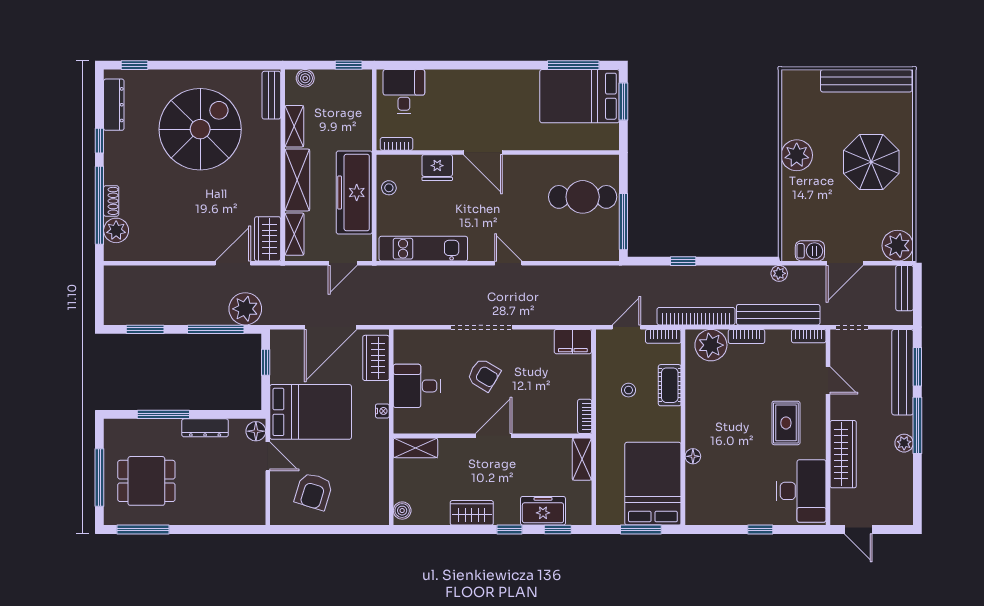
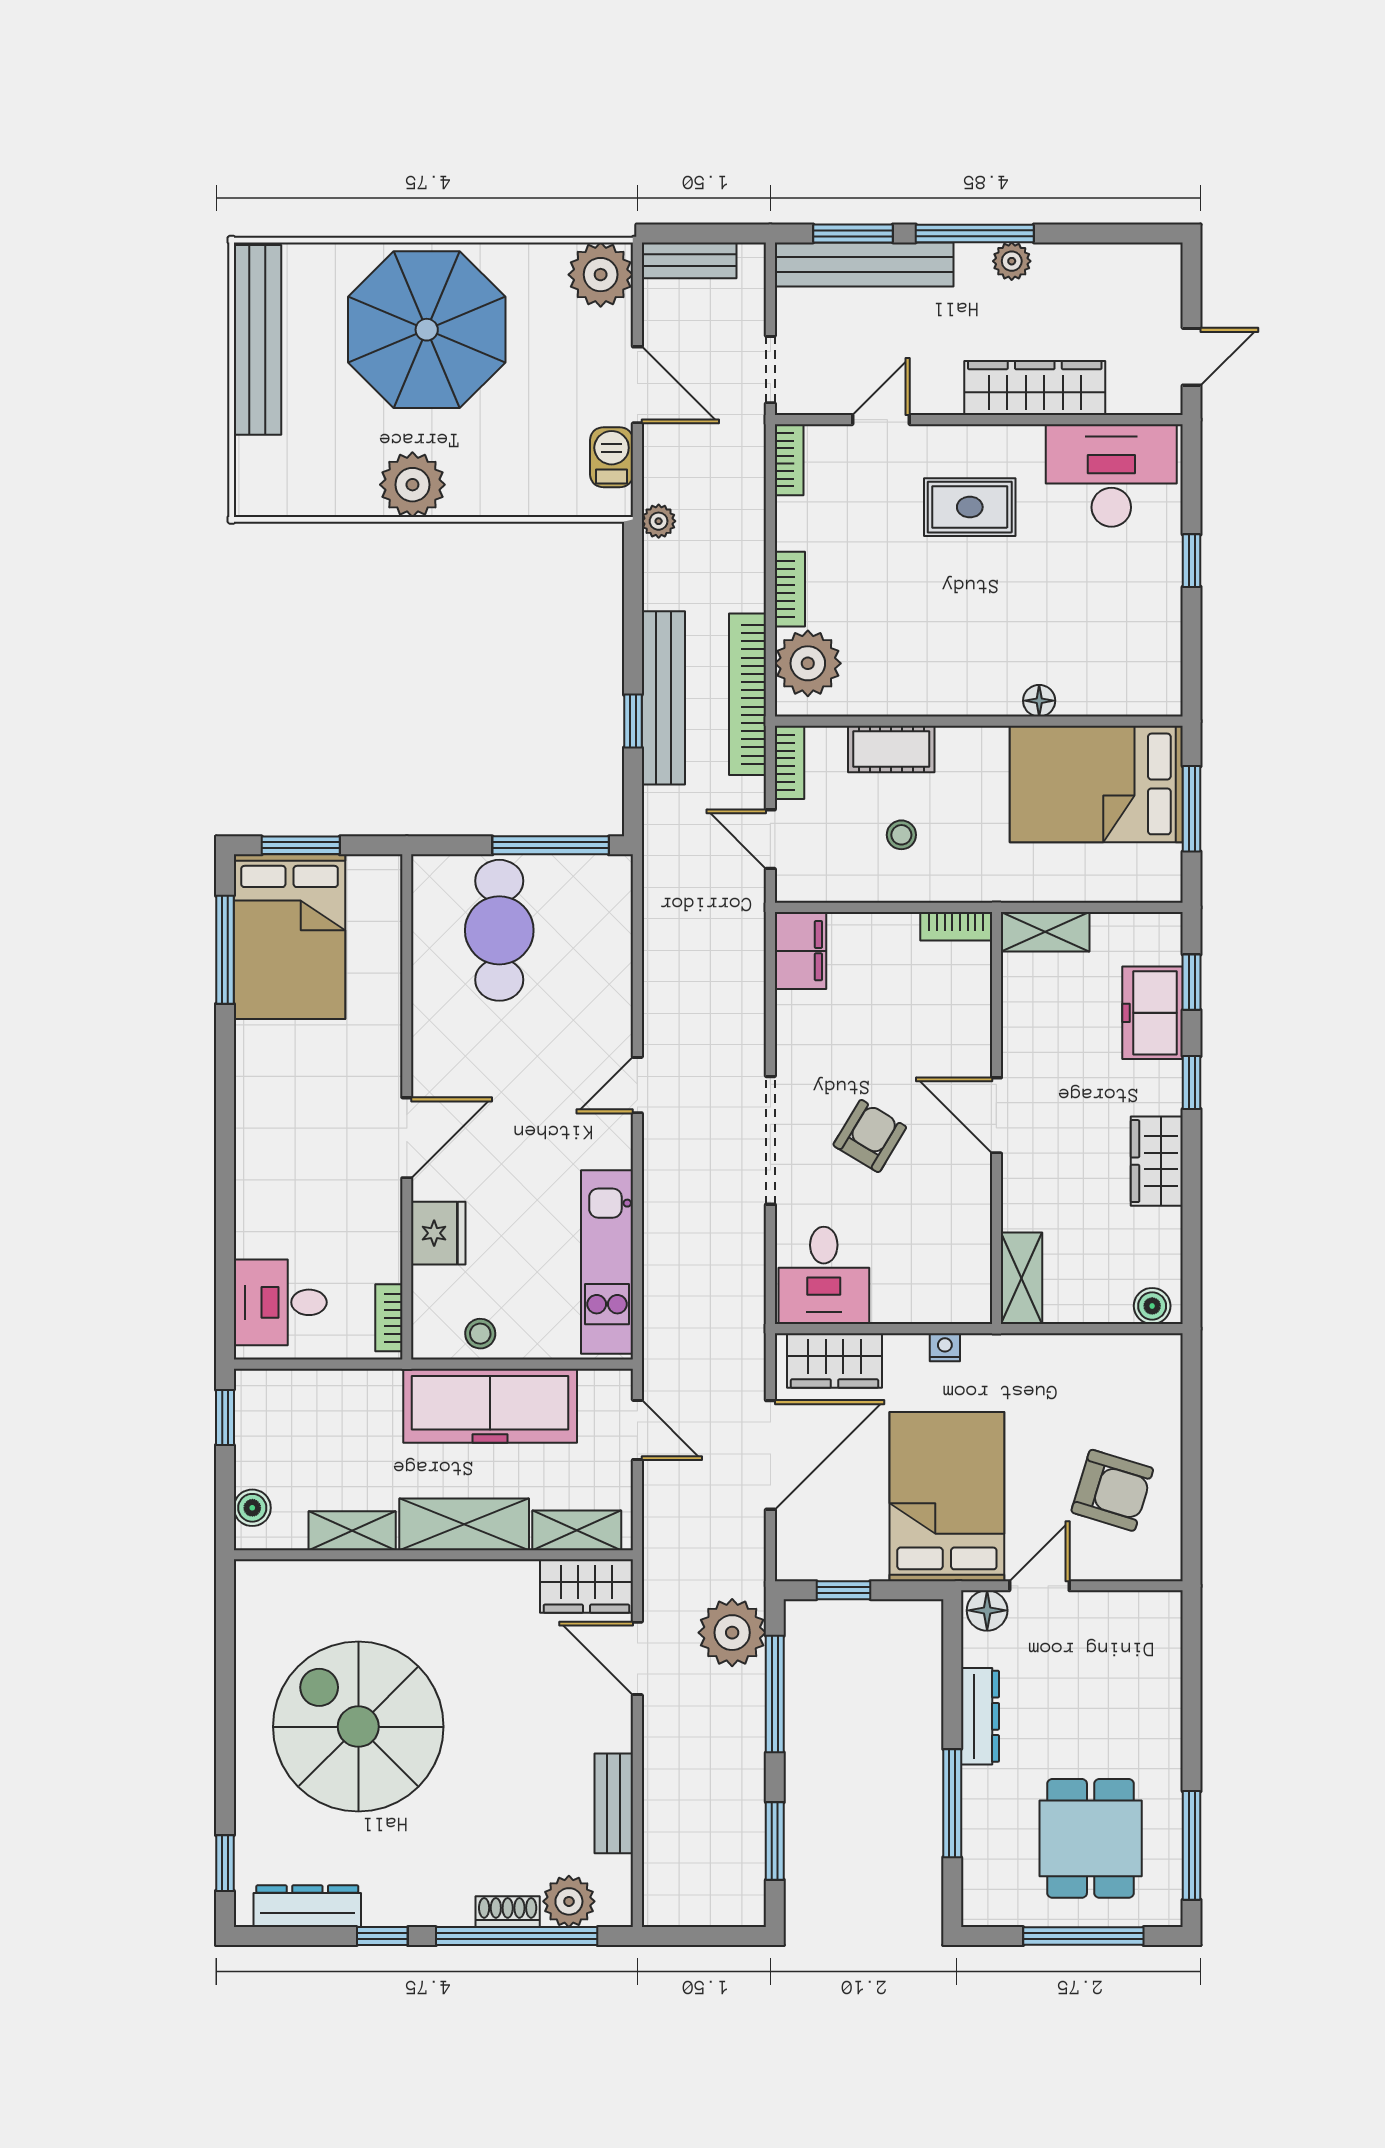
bench: (271, 95) -> (614, 1803), moved, turned 90
parasol: (871, 162) -> (427, 330), width x1.36, depth x1.36
bench: (778, 315) -> (663, 698), moved
door: (331, 327) -> (770, 1455), hinge flipped
desk: (417, 386) -> (824, 1275), moved

